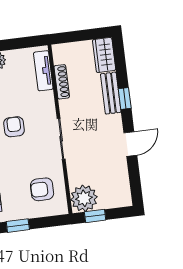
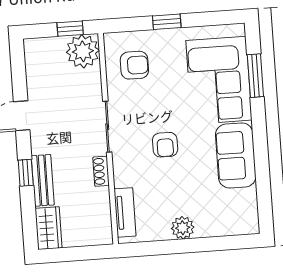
shoe rack: (62, 82) -> (101, 171), moved, width x0.70

